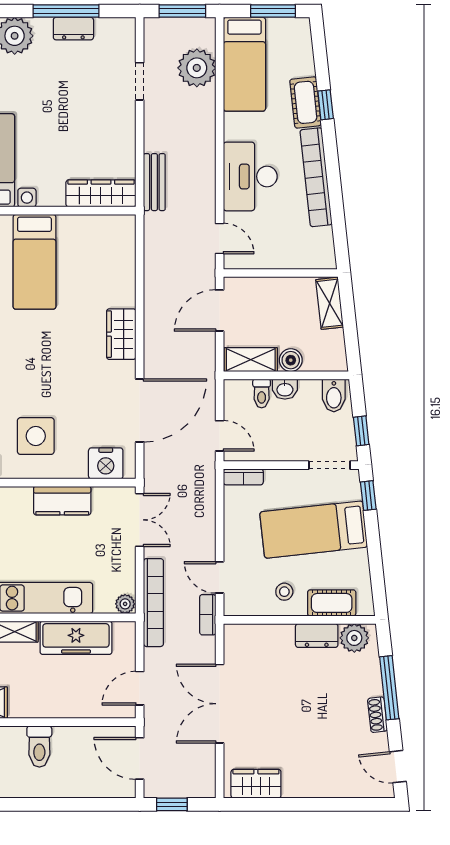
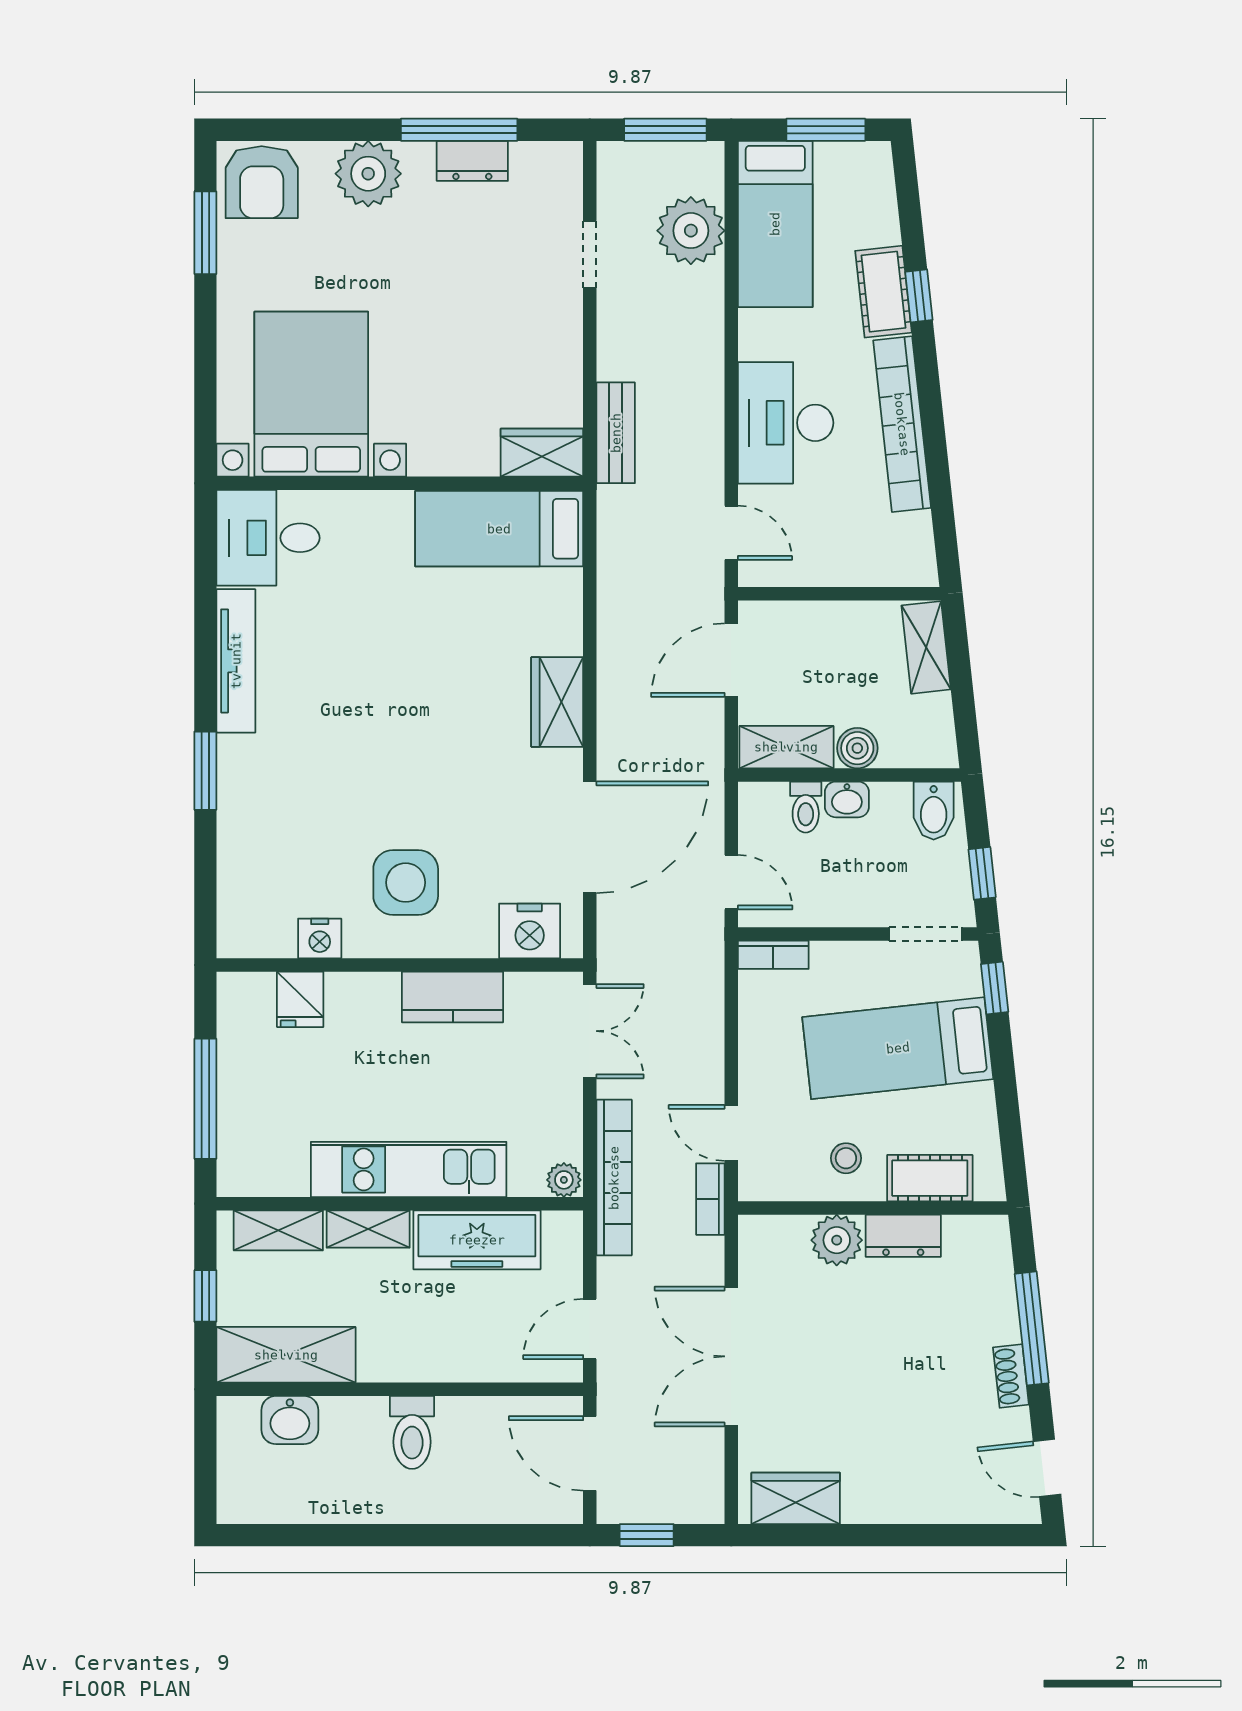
wardrobe: (101, 193) -> (542, 453), width x0.67
bed: (34, 262) -> (499, 529), moved, turned 90
plant: (354, 638) -> (837, 1240), moved

